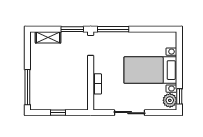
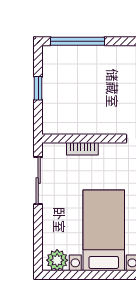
window: (179, 96) -> (63, 275), removed
sliding door: (130, 113) -> (38, 181), moved

